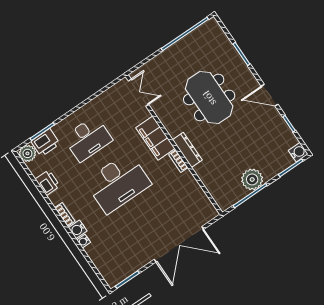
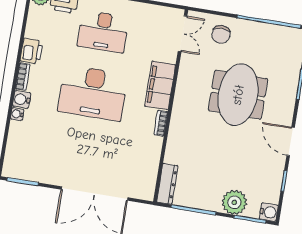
chair: (163, 70) -> (221, 34), added
dresser: (187, 150) -> (167, 184), moved
plant: (252, 179) -> (234, 202), moved
printer: (48, 183) -> (31, 51), moved

